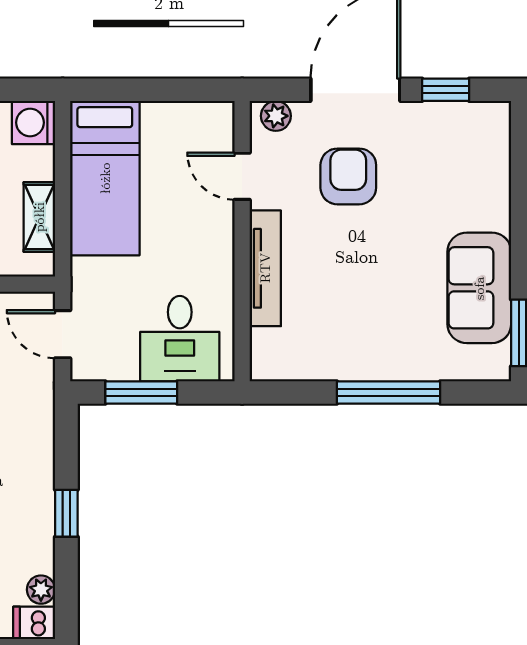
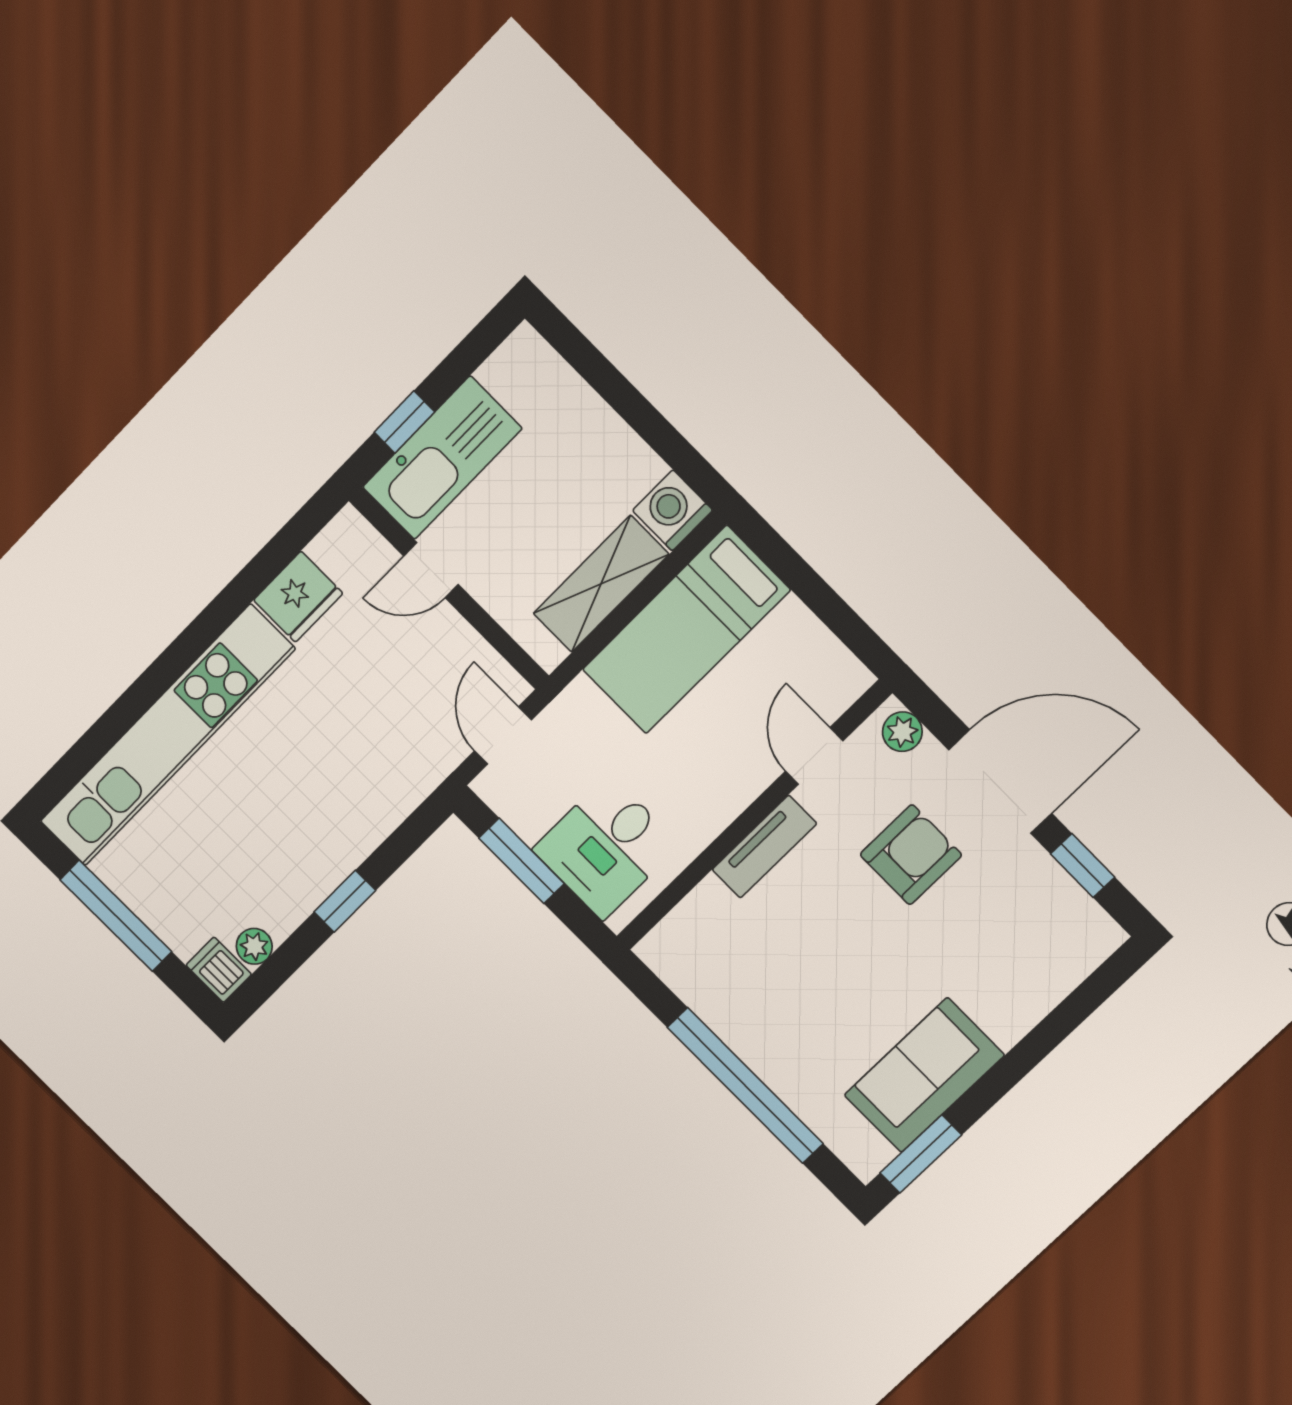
shelving: (39, 217) -> (601, 584), width x1.50, depth x1.33
tv unit: (265, 268) -> (764, 847), width x0.71
window: (389, 393) -> (745, 1086), width x1.46

